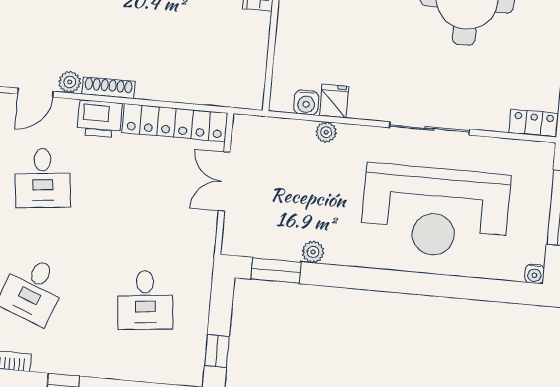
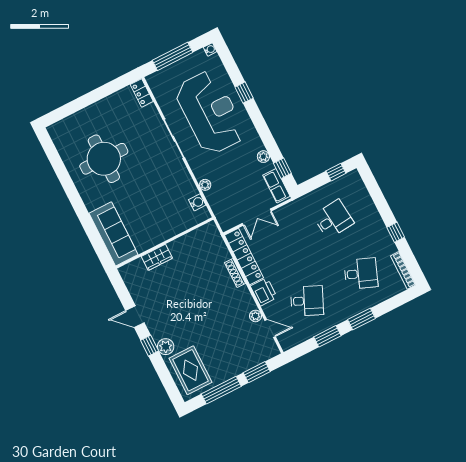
shoe rack: (108, 88) -> (235, 273), moved
fridge: (334, 101) -> (189, 190), removed
desk: (43, 178) -> (307, 301), turned 30
row of seats: (254, 244) -> (276, 186), added
window: (276, 270) -> (282, 168), width x0.67
window: (433, 285) -> (244, 93), added

